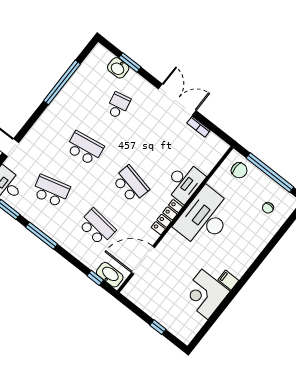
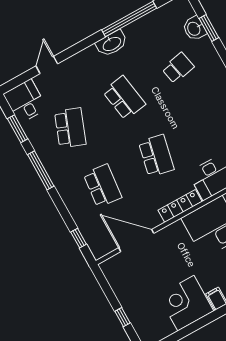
school desk: (51, 191) -> (70, 128), turned 36
washbasin: (110, 275) -> (112, 44), moved, turned 90

